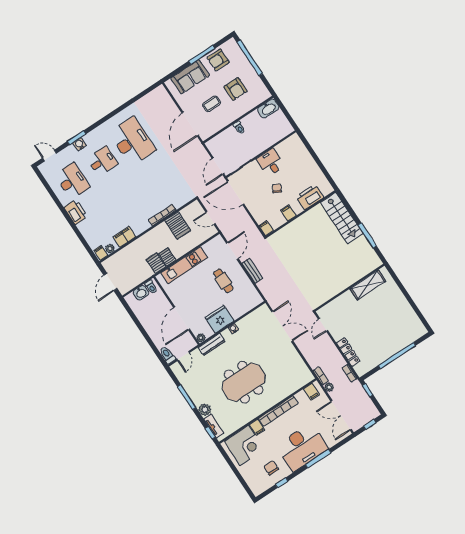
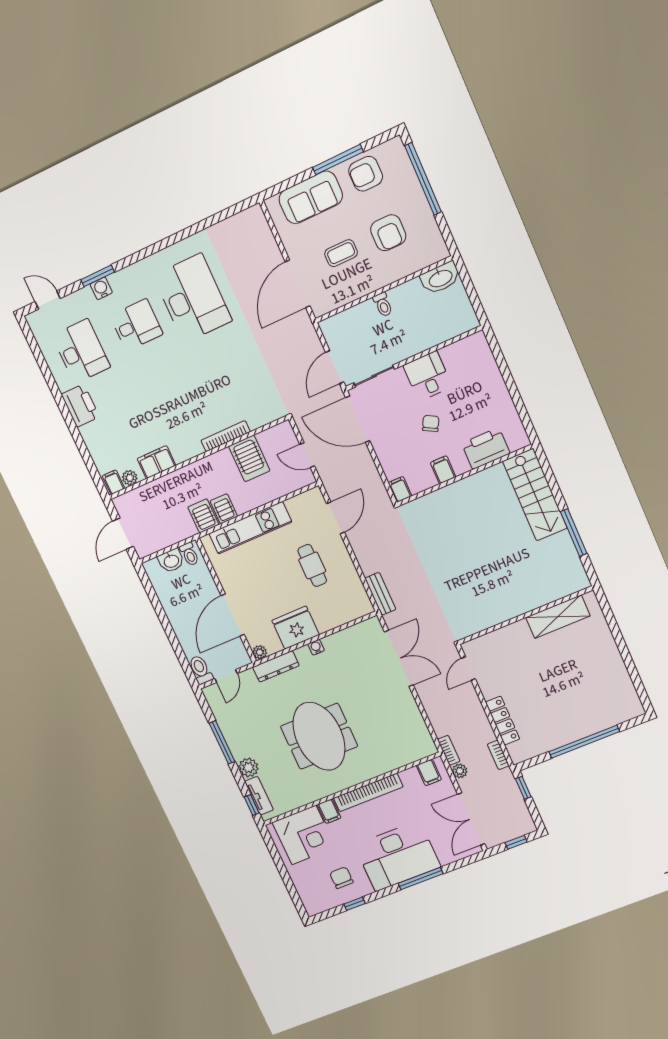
bench: (252, 271) -> (380, 594), moved
meeting table: (244, 382) -> (319, 736), turned 90

